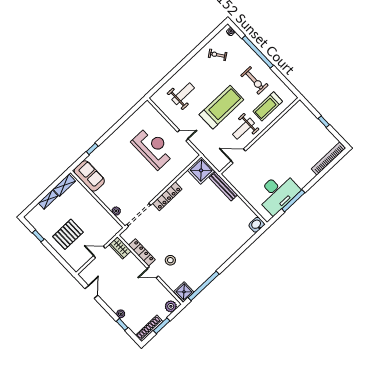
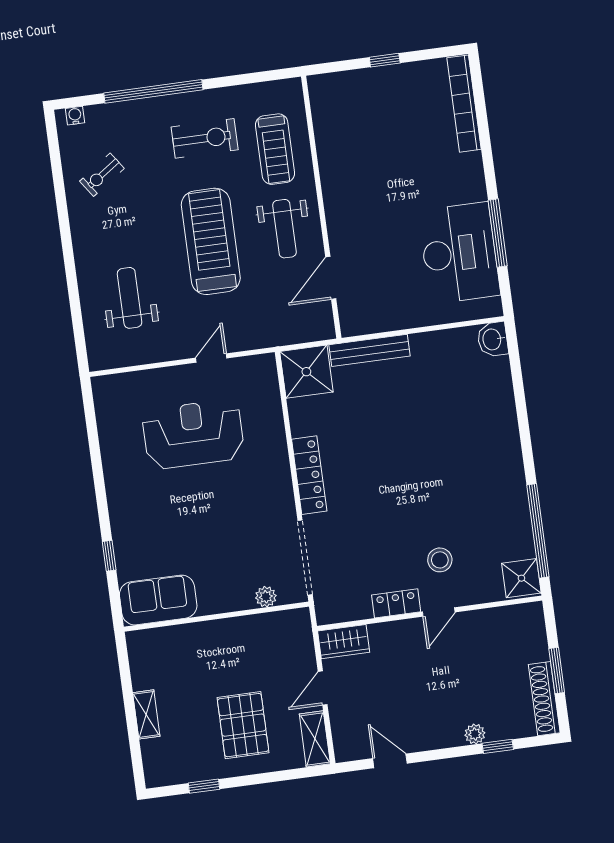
shelving: (64, 185) -> (315, 739), moved
locker: (142, 252) -> (396, 603), width x0.66
plant: (171, 306) -> (531, 625), removed

